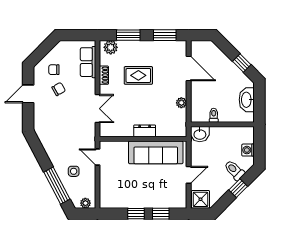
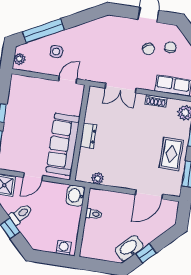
rug: (138, 75) -> (171, 154), moved
washbasin: (247, 100) -> (129, 248), moved, turned -45
plant: (181, 103) -> (98, 178), moved
washing machine: (248, 150) -> (64, 248), moved
toilet: (234, 170) -> (21, 214), moved
door: (189, 175) -> (33, 177), hinge flipped

